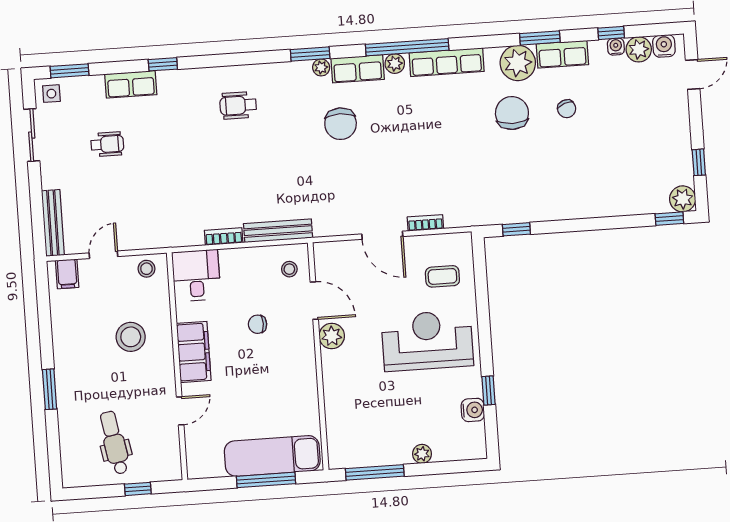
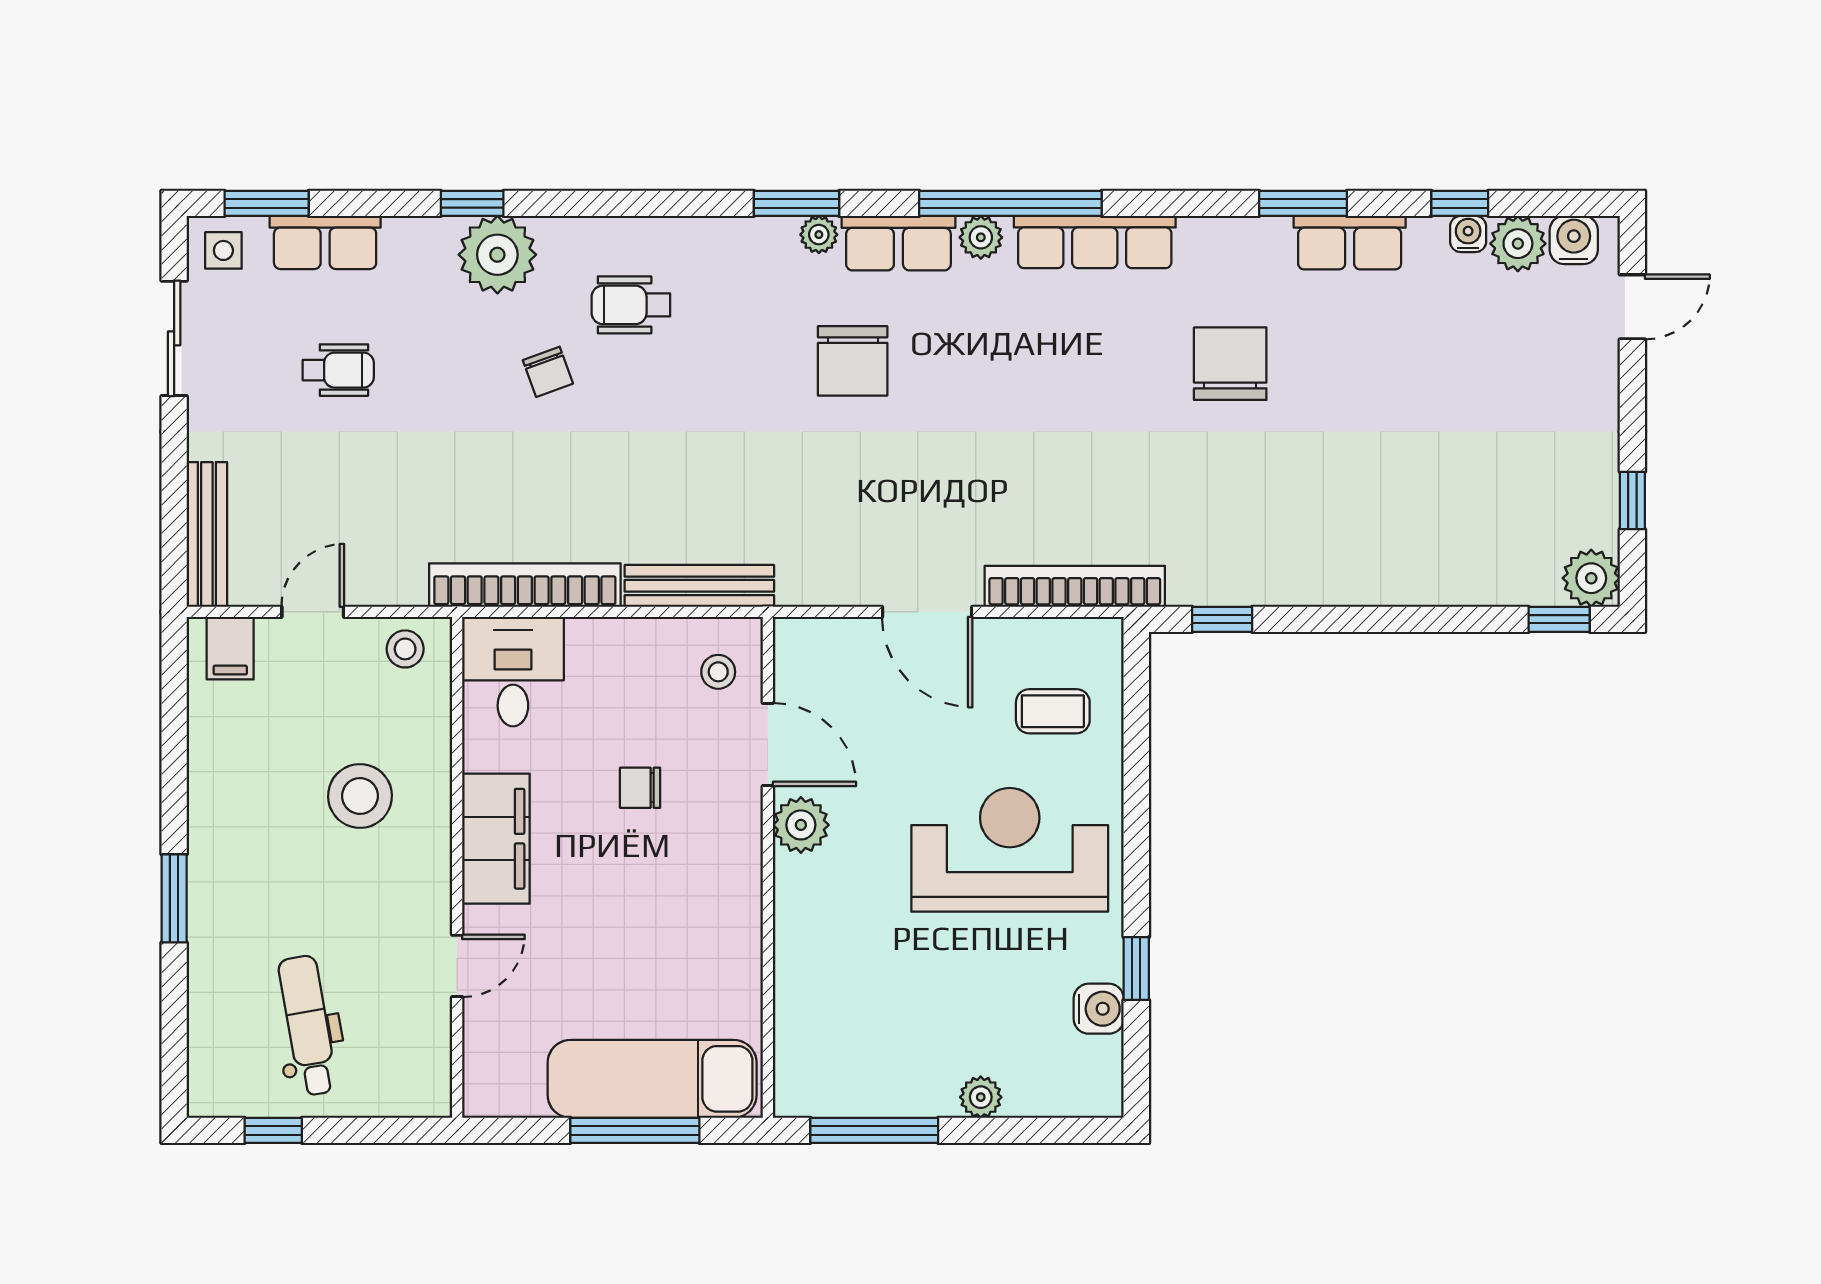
plant: (518, 63) -> (497, 255), moved
row of seats: (131, 84) -> (325, 242), moved
chair: (567, 109) -> (548, 372), moved
bookcase: (425, 223) -> (1075, 586), width x2.31, depth x1.31
bookcase: (224, 236) -> (525, 585), width x2.31, depth x1.31
window: (138, 489) -> (273, 1130), moved

